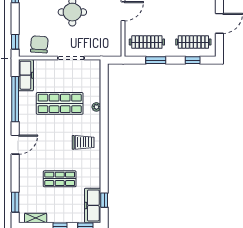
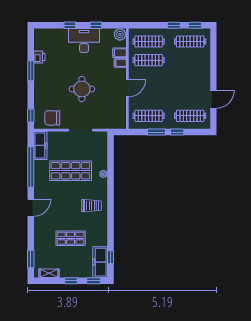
chair: (39, 44) -> (52, 118), turned -94
window: (193, 60) -> (177, 132), moved

